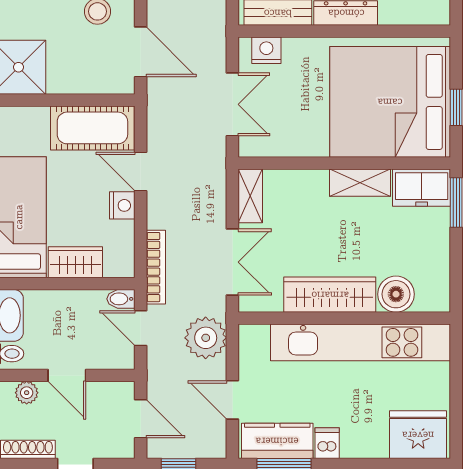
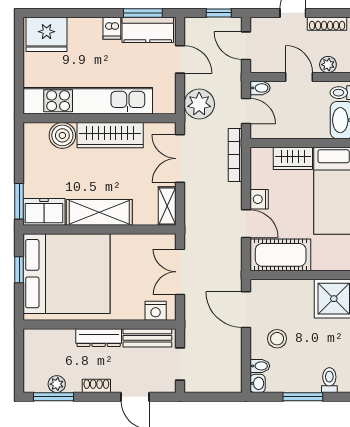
shelving: (360, 183) -> (99, 212), width x1.50, depth x1.33
bidet: (121, 299) -> (260, 88), moved

